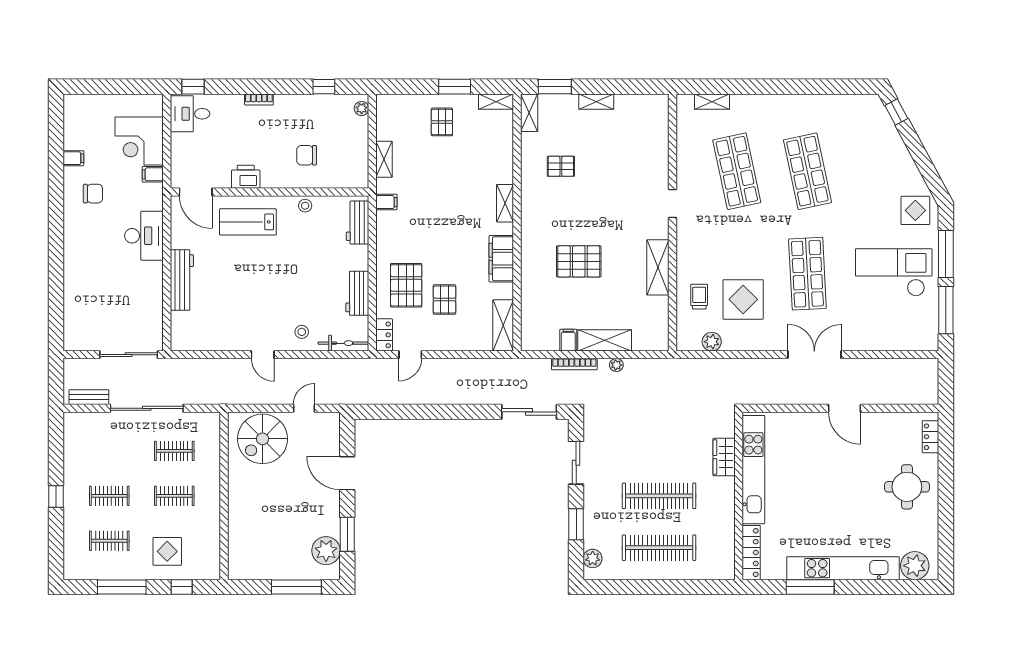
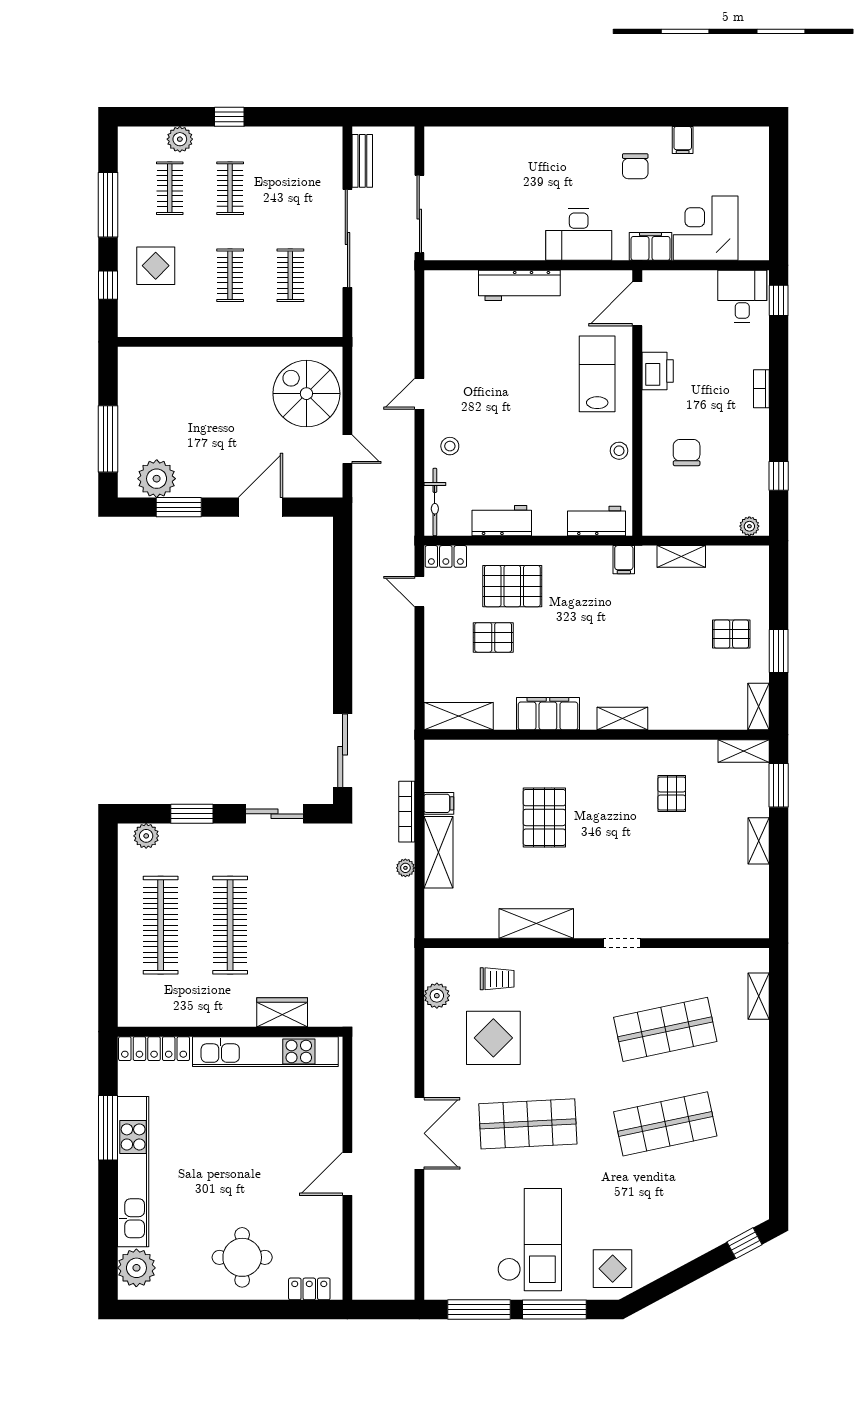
filing cabinet: (153, 174) -> (650, 246), width x2.00
plant: (73, 533) -> (180, 139), added

